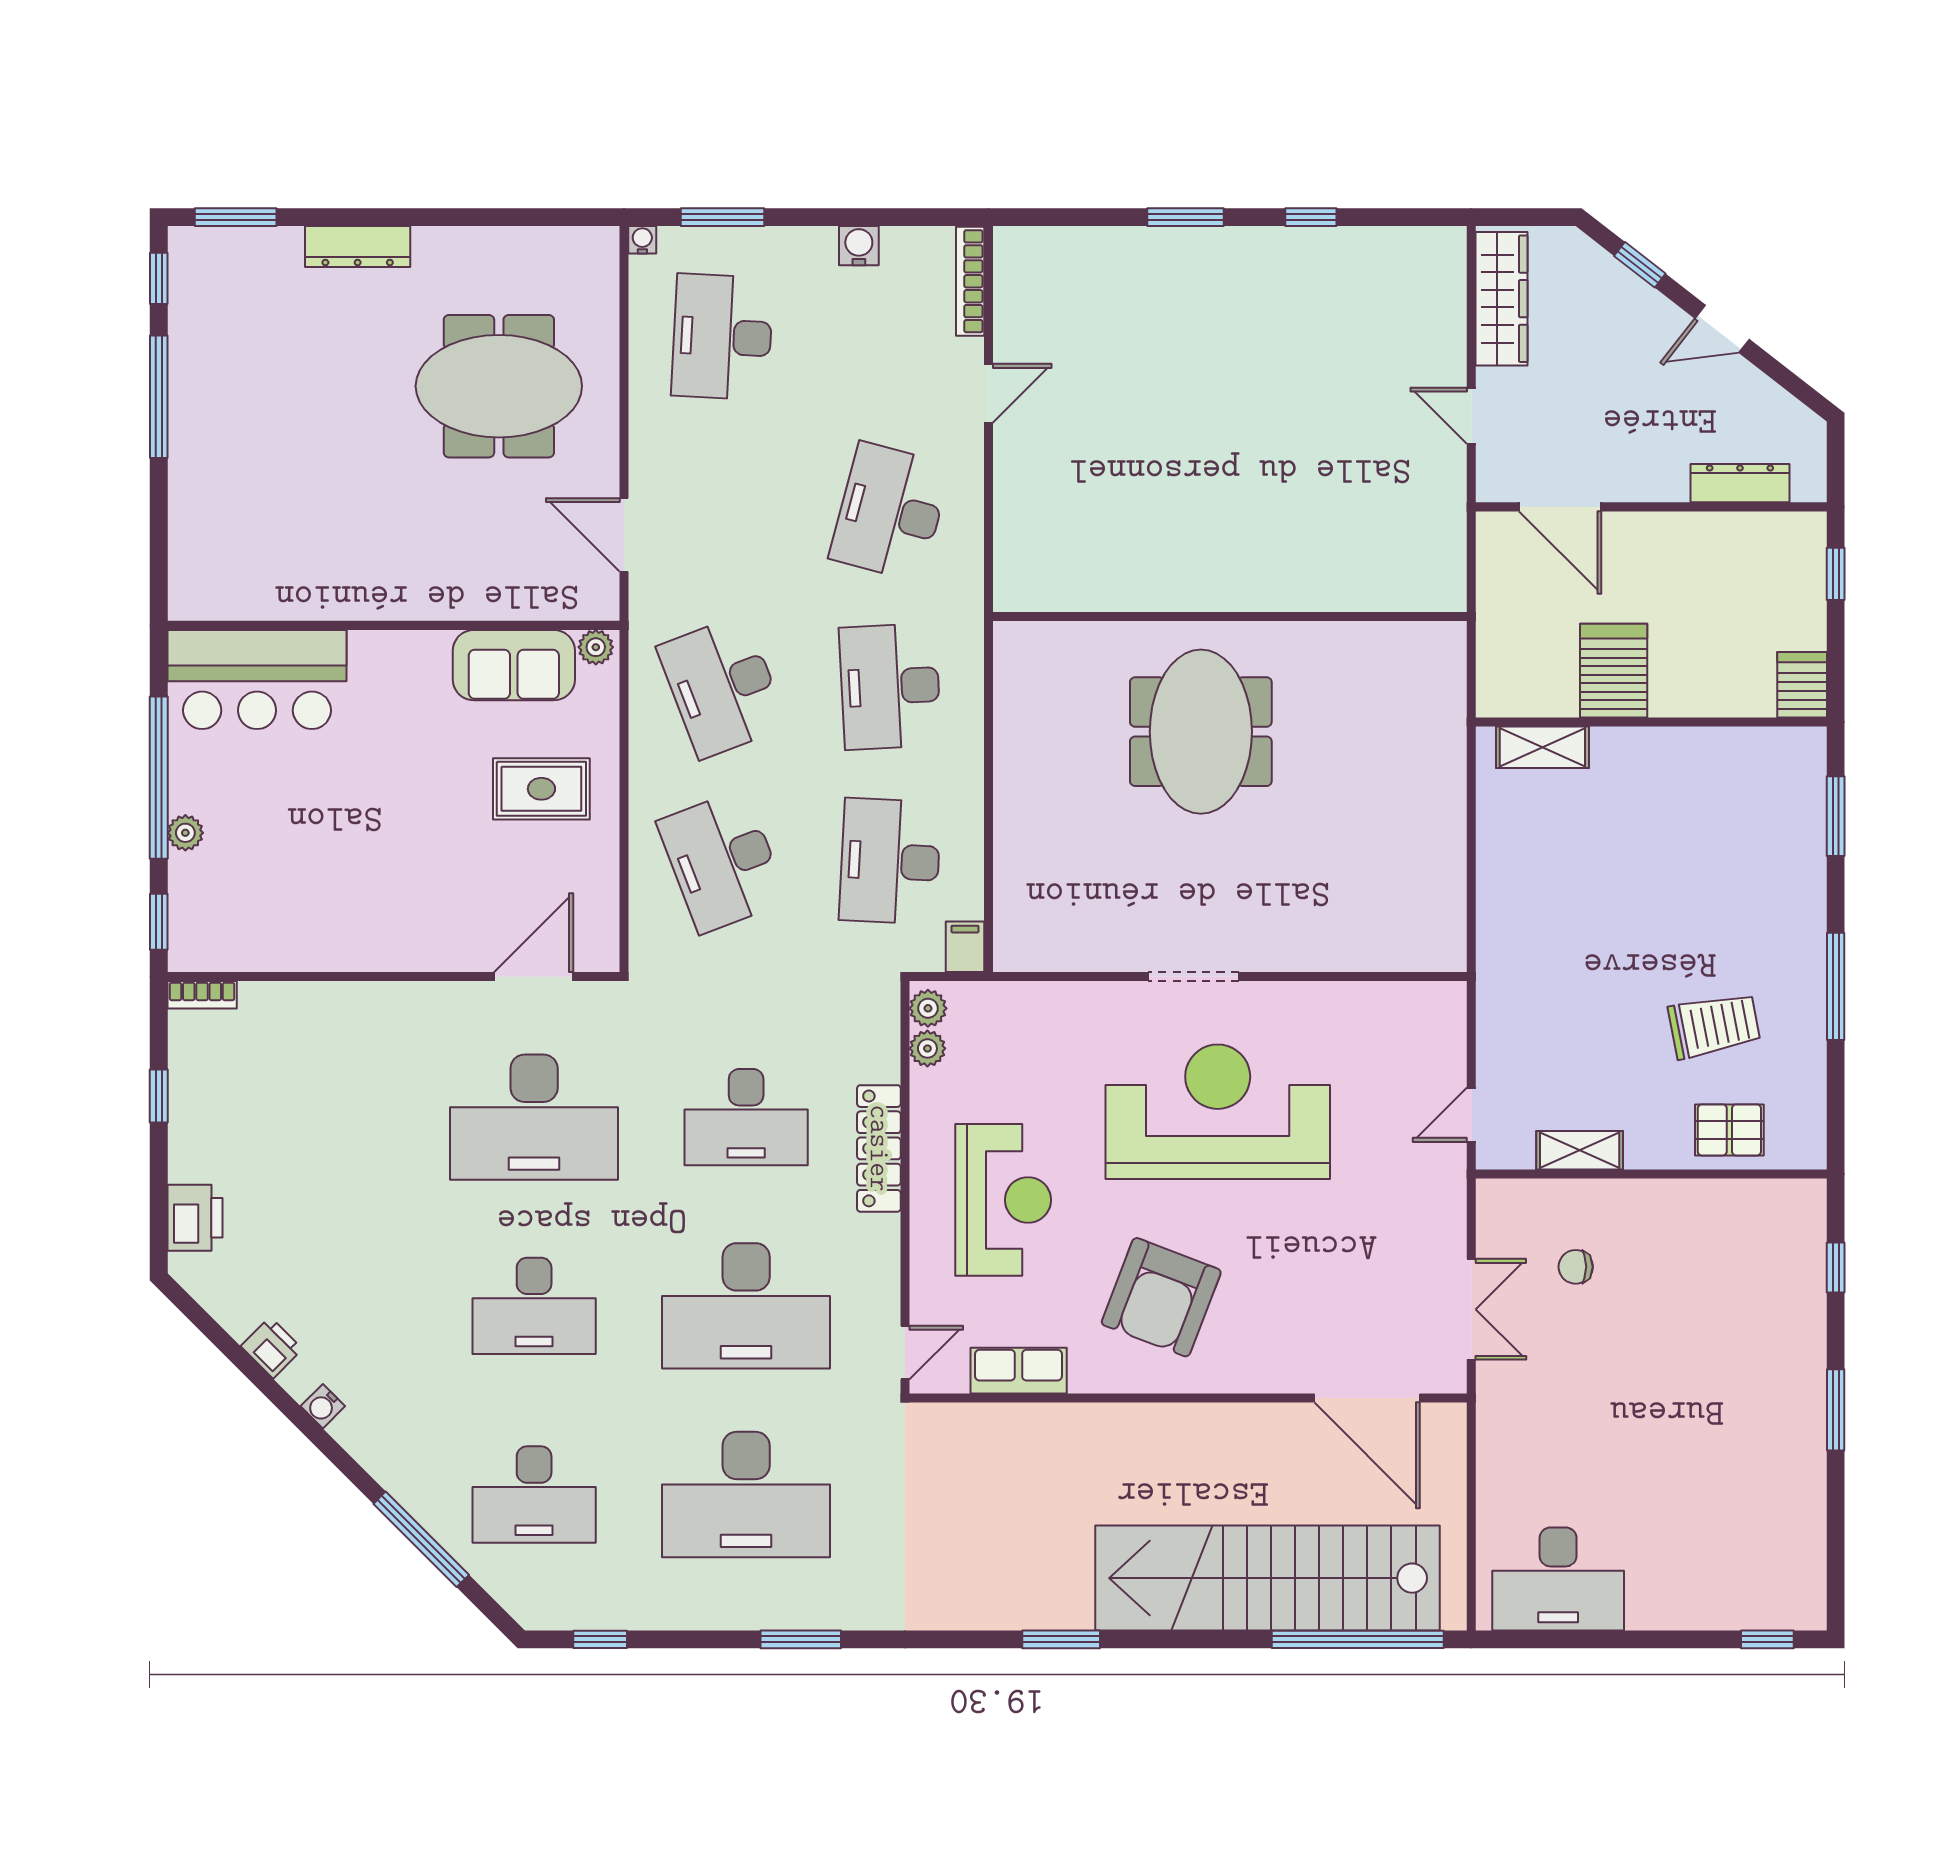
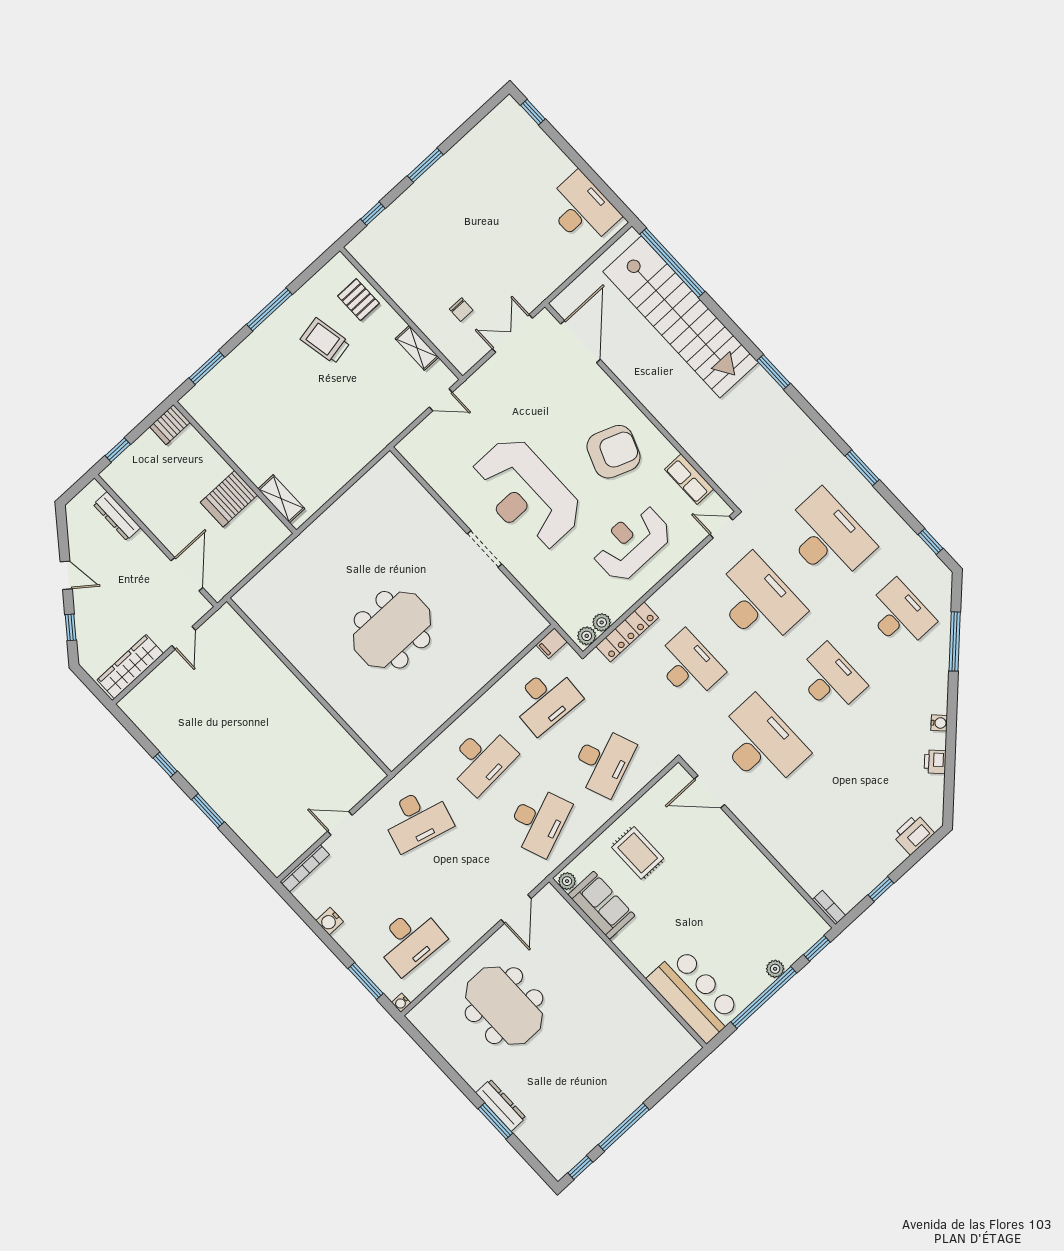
window: (236, 217) -> (495, 1121), moved
wall: (1230, 617) -> (309, 687), moved
locker: (879, 1148) -> (627, 632), moved

